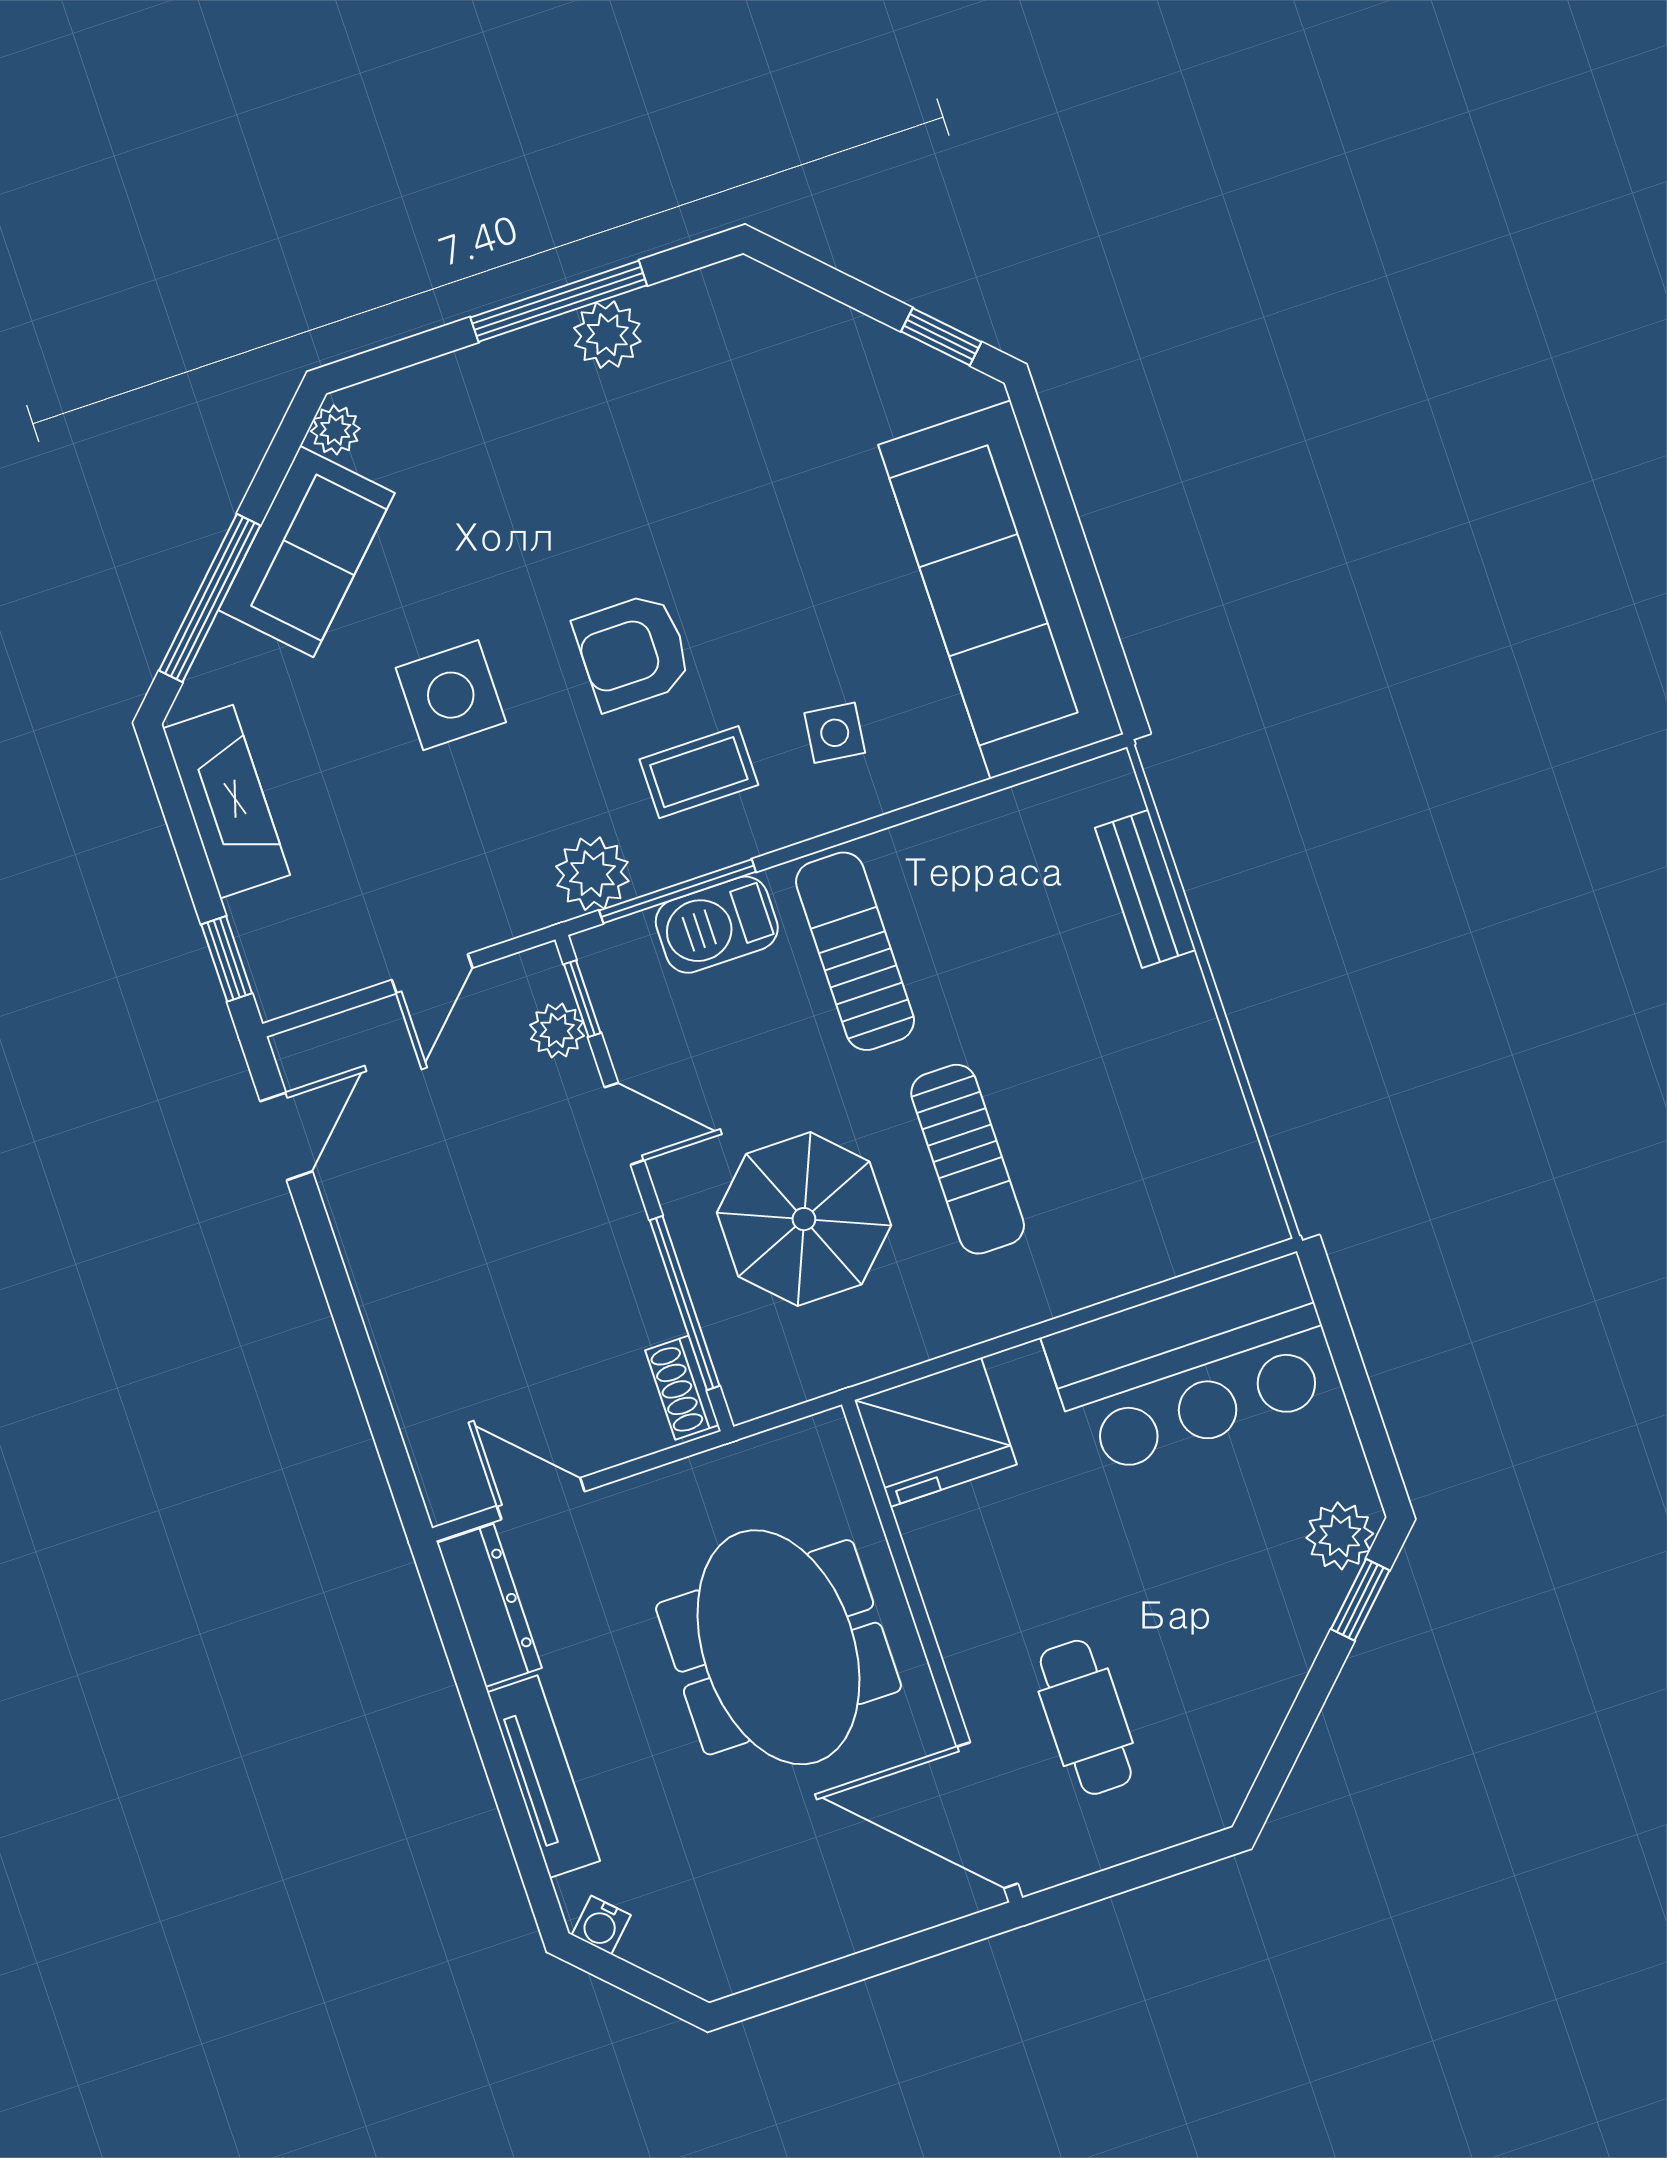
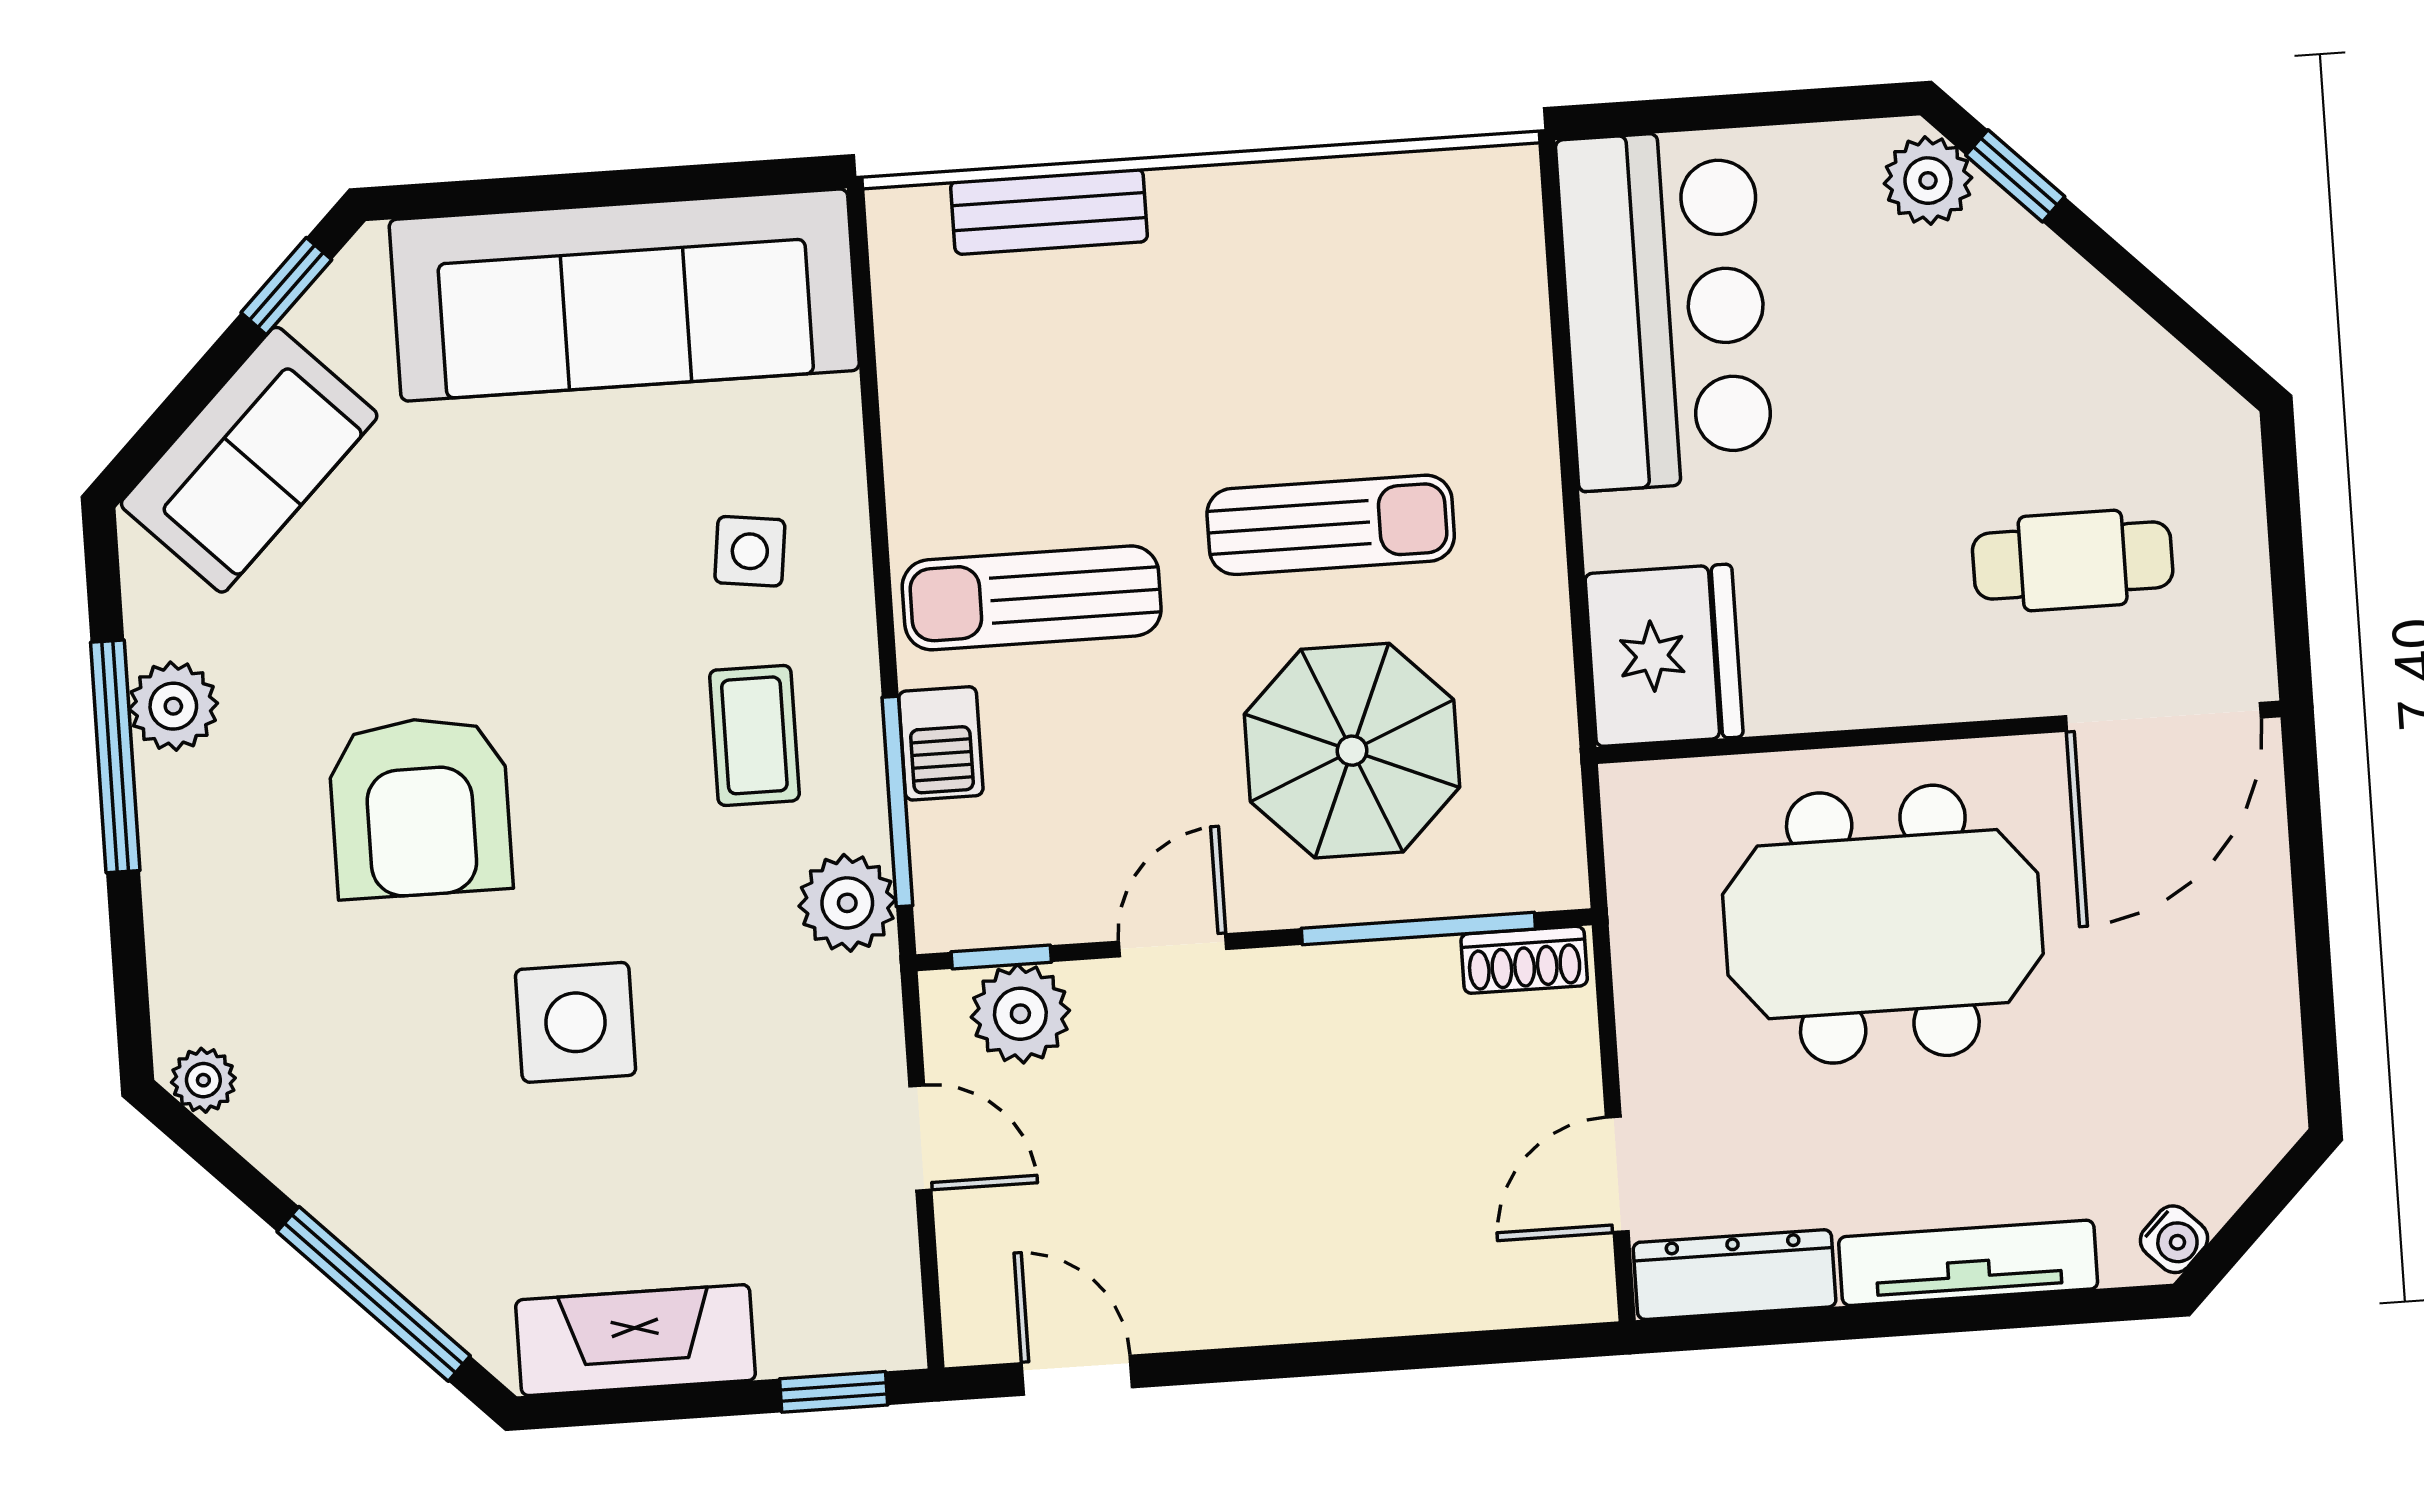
sofa: (307, 552) -> (249, 460), moved, turned 90
armchair: (633, 652) -> (420, 807), moved, width x1.36, depth x1.36
barbecue: (717, 925) -> (941, 743), width x0.73, depth x0.79
plant: (557, 1030) -> (1020, 1014), width x1.38, depth x1.38

